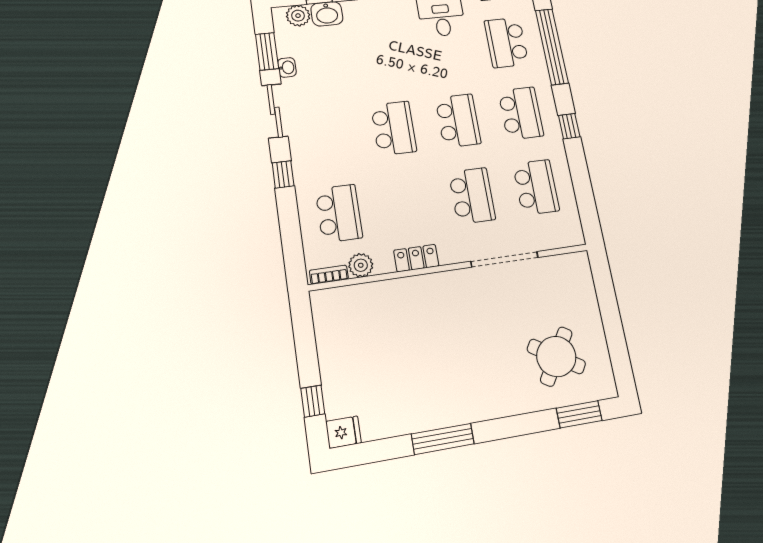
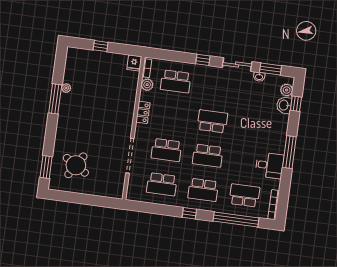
school desk: (394, 128) -> (212, 121), turned 180
window: (313, 401) -> (101, 46), moved
plant: (414, 423) -> (66, 88), added
fridge: (343, 432) -> (134, 63), moved

